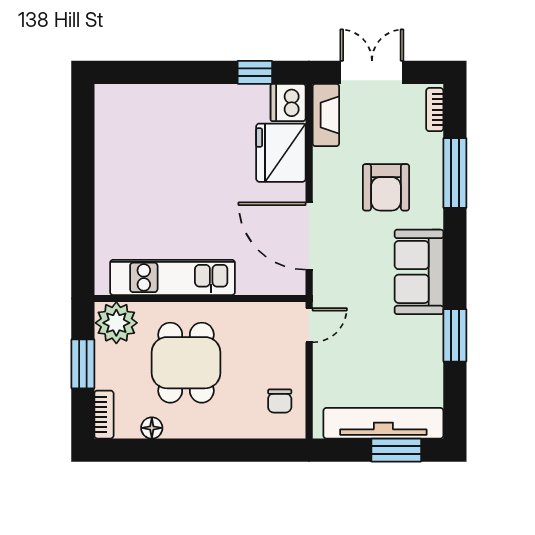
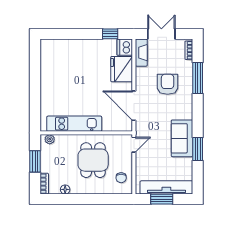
armchair: (386, 187) -> (168, 84), turned 180
sofa: (419, 272) -> (182, 138), moved
plant: (116, 323) -> (50, 139), width x0.53, depth x0.53
dining table: (186, 363) -> (93, 160), moved
window: (396, 450) -> (162, 199), moved

